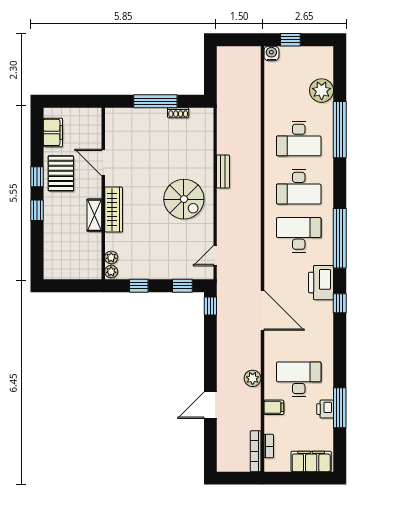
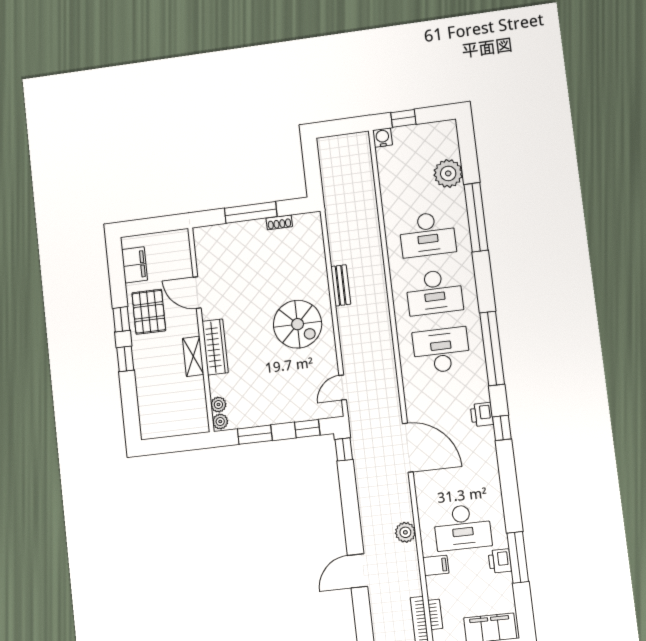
printer: (321, 283) -> (482, 414), width x0.53, depth x0.68
window: (139, 286) -> (255, 435), width x1.50
desk: (299, 379) -> (462, 527), turned 180

